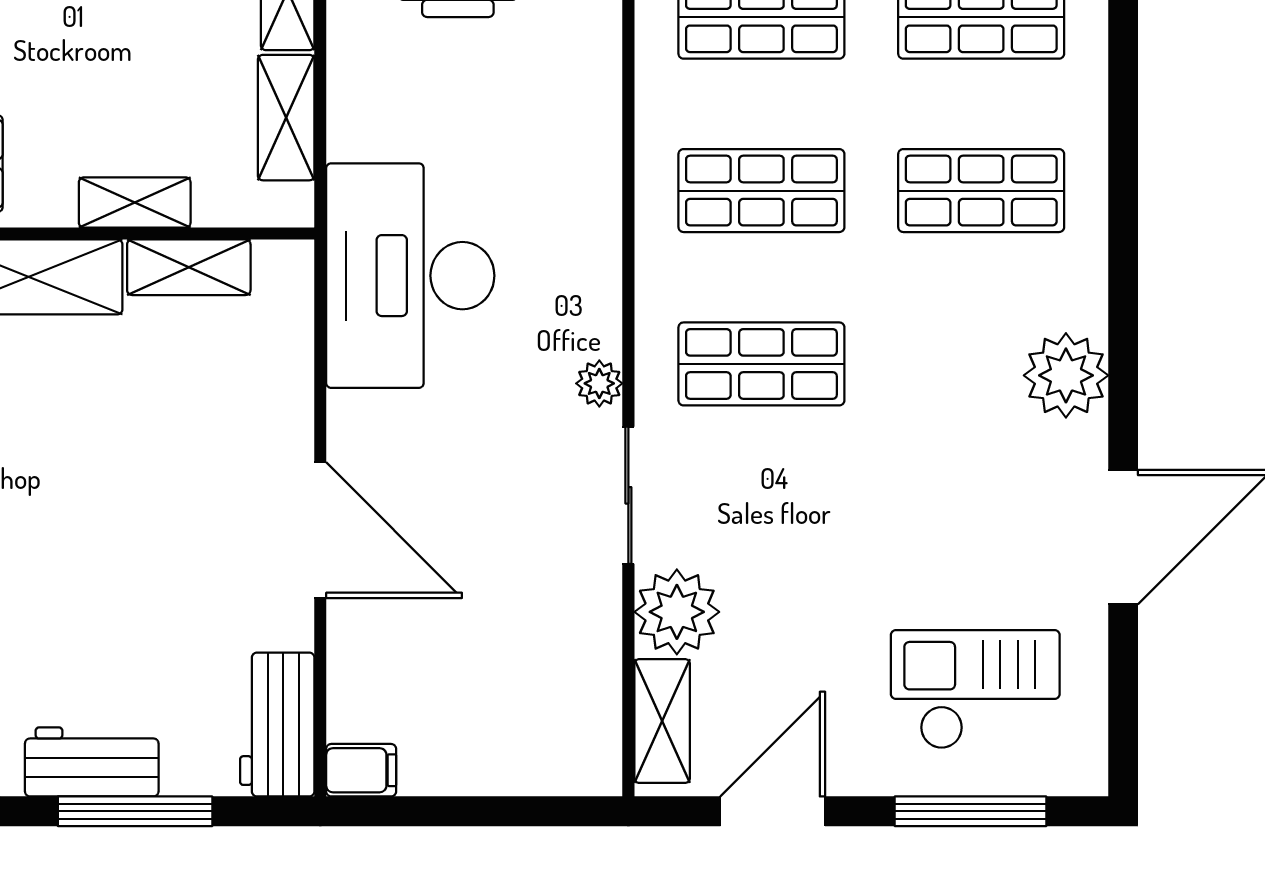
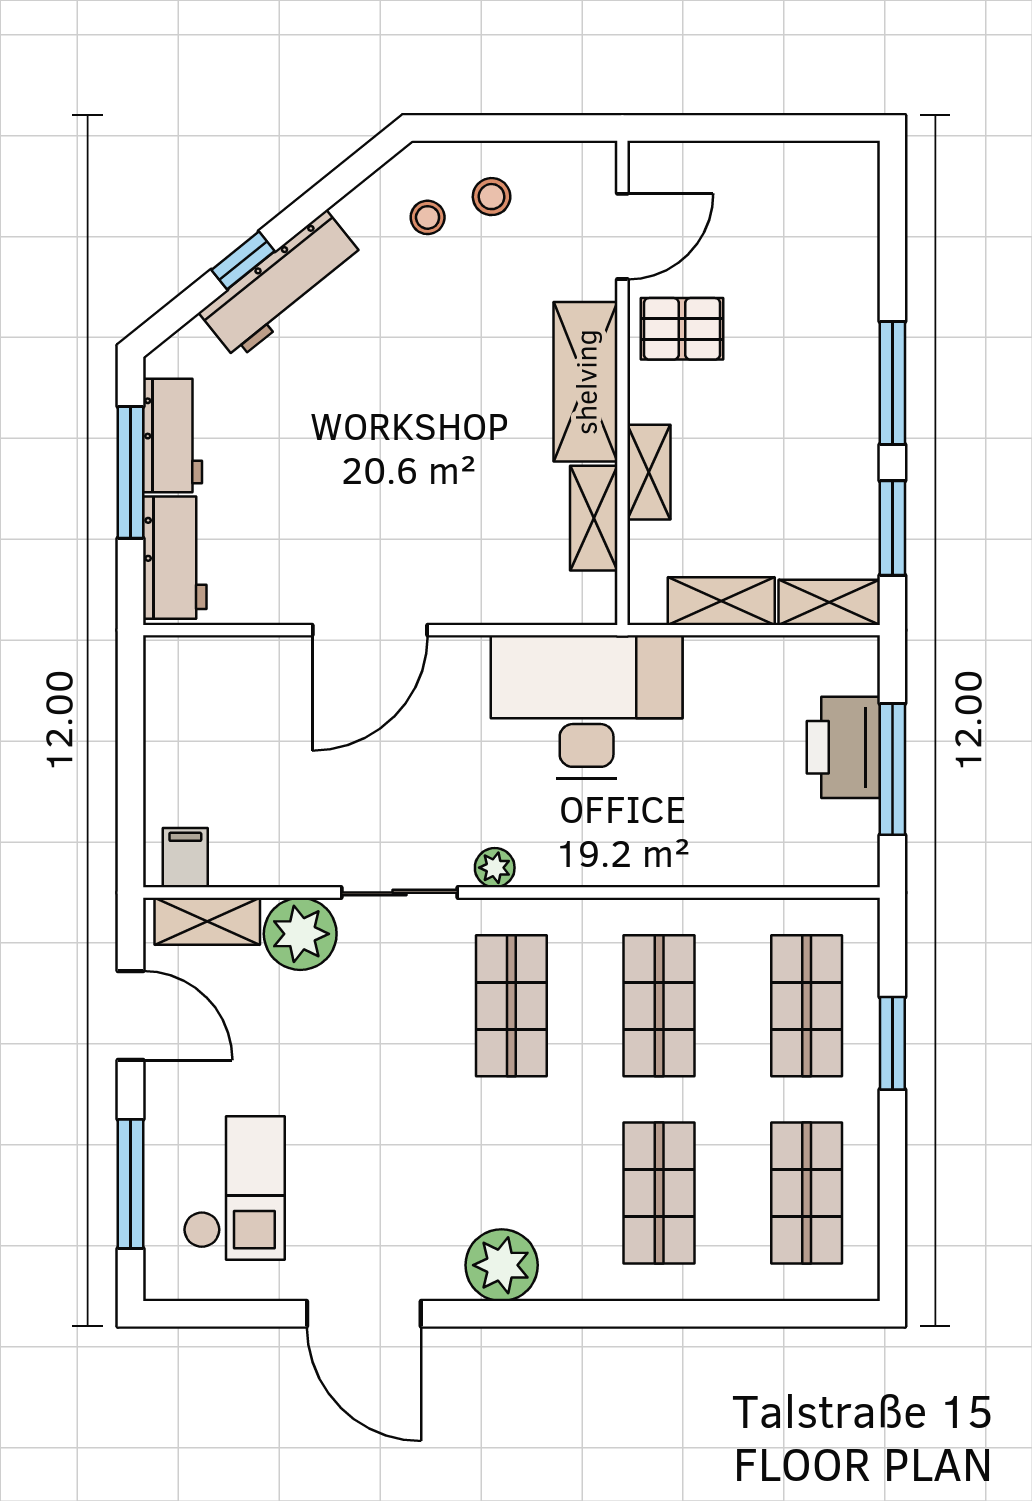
workbench: (277, 725) -> (175, 558), moved, turned 90
filing cabinet: (361, 770) -> (185, 858), moved, turned 180

